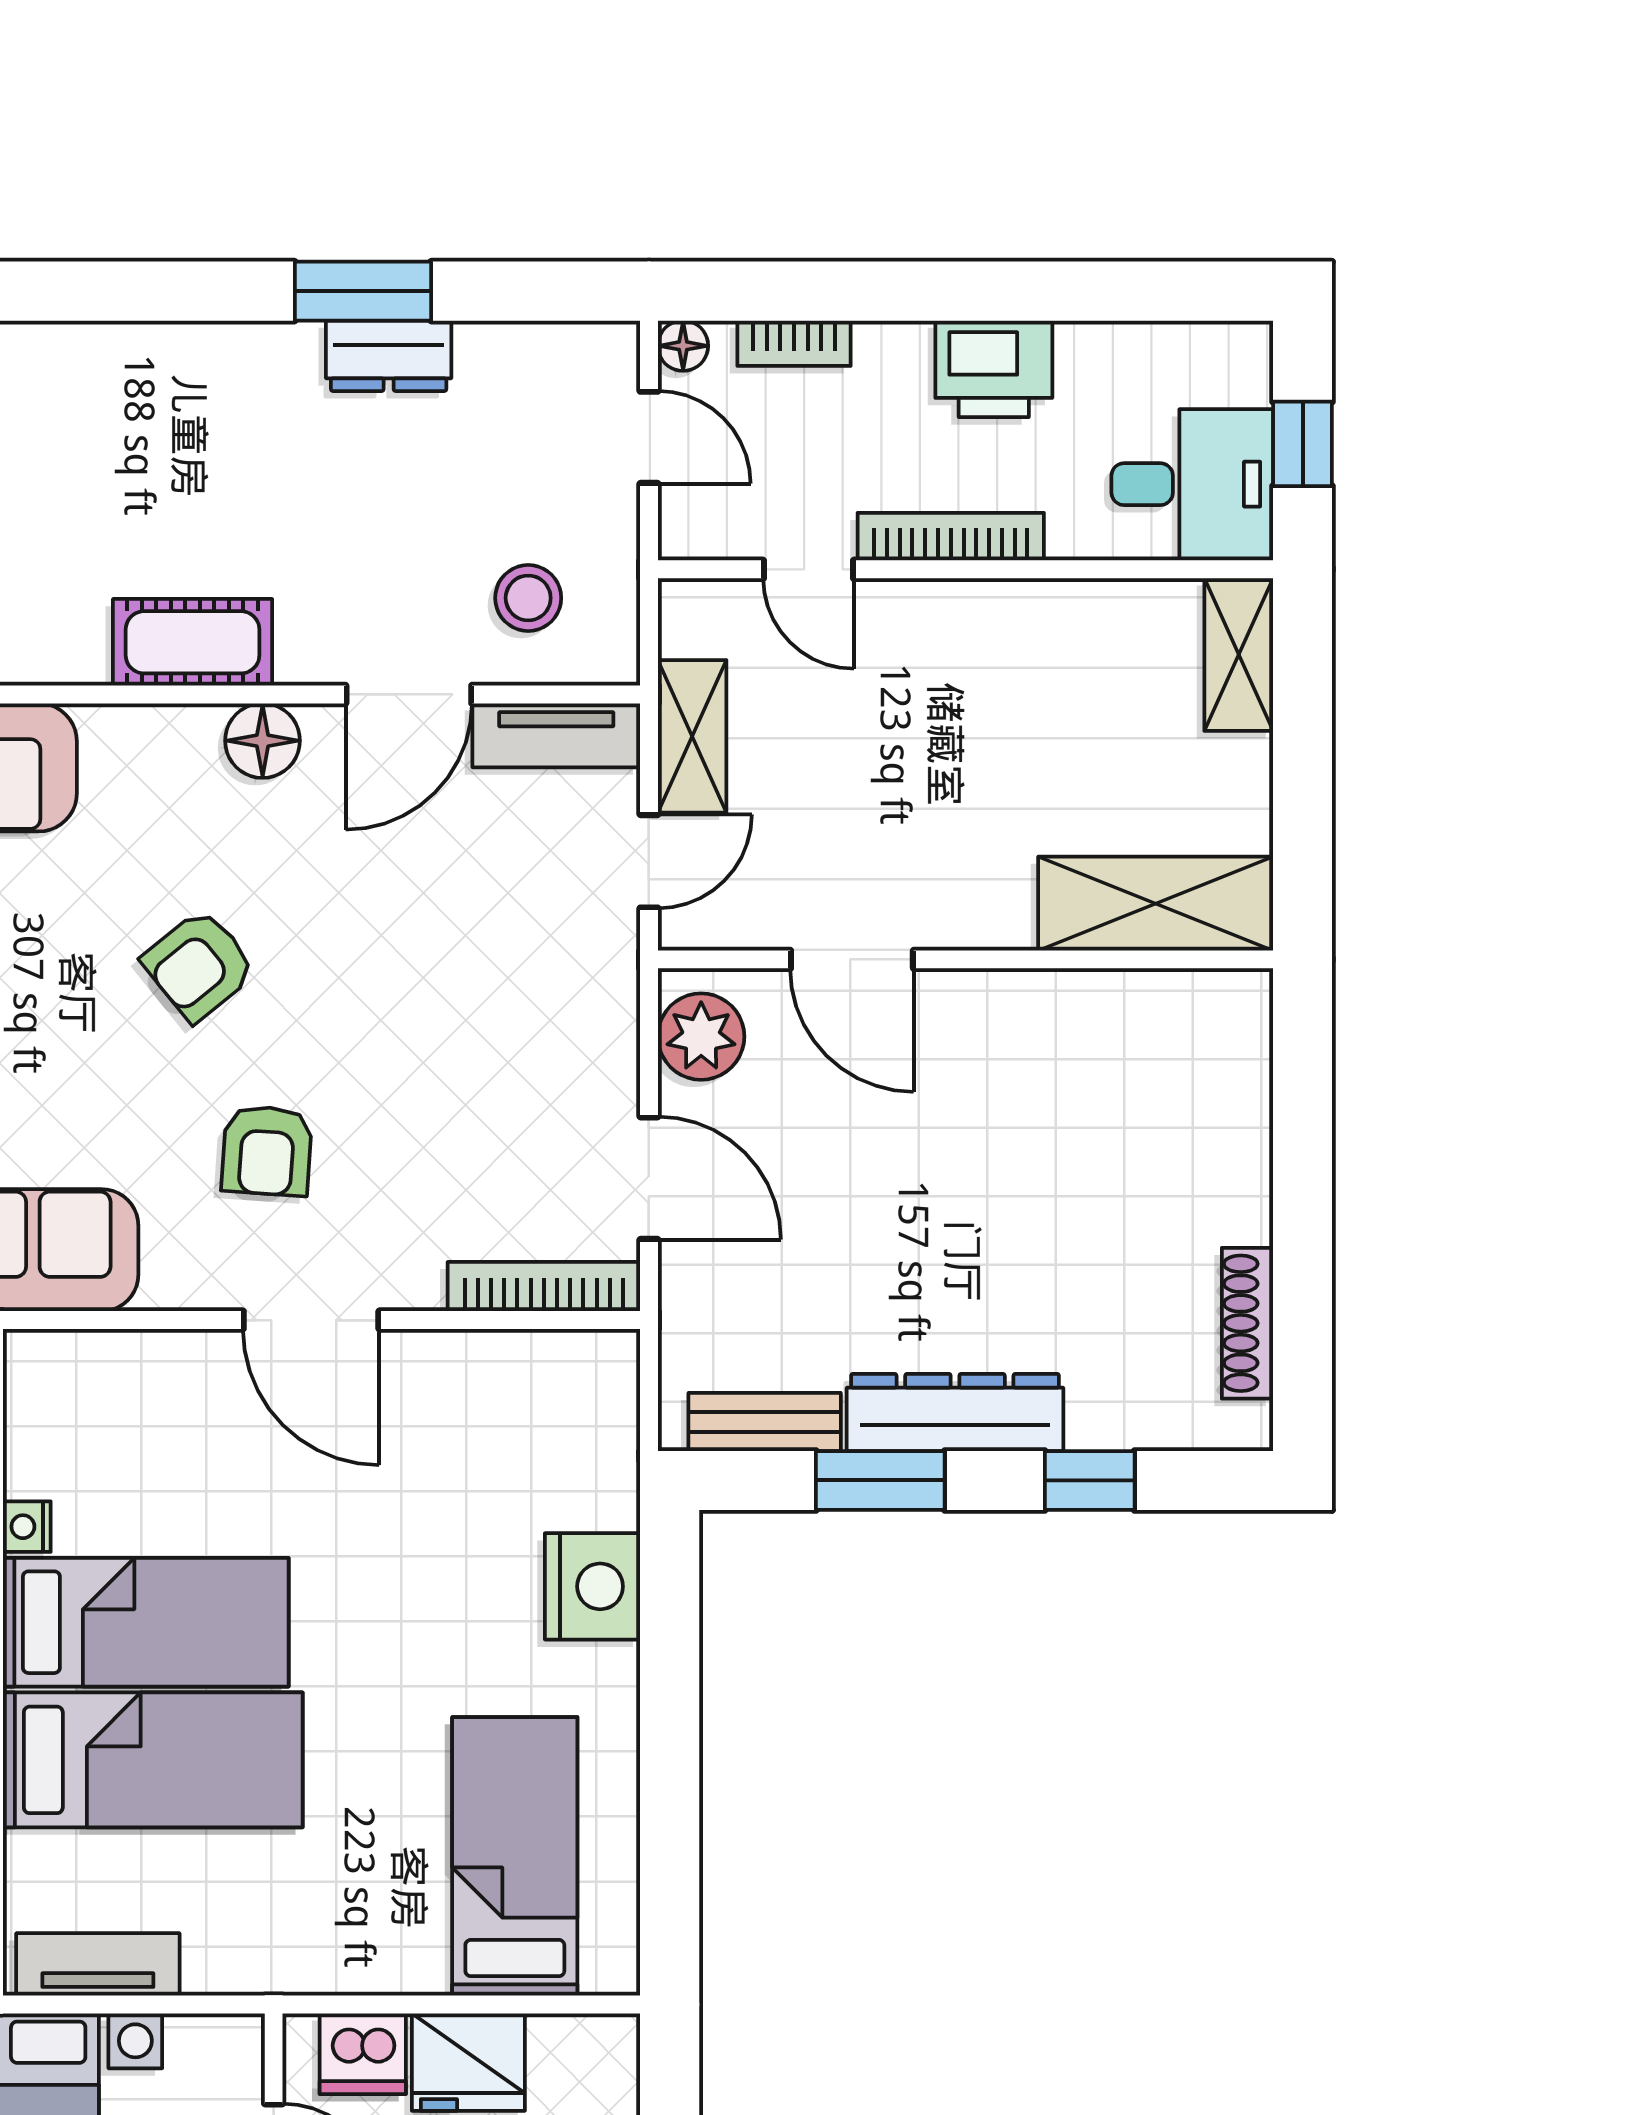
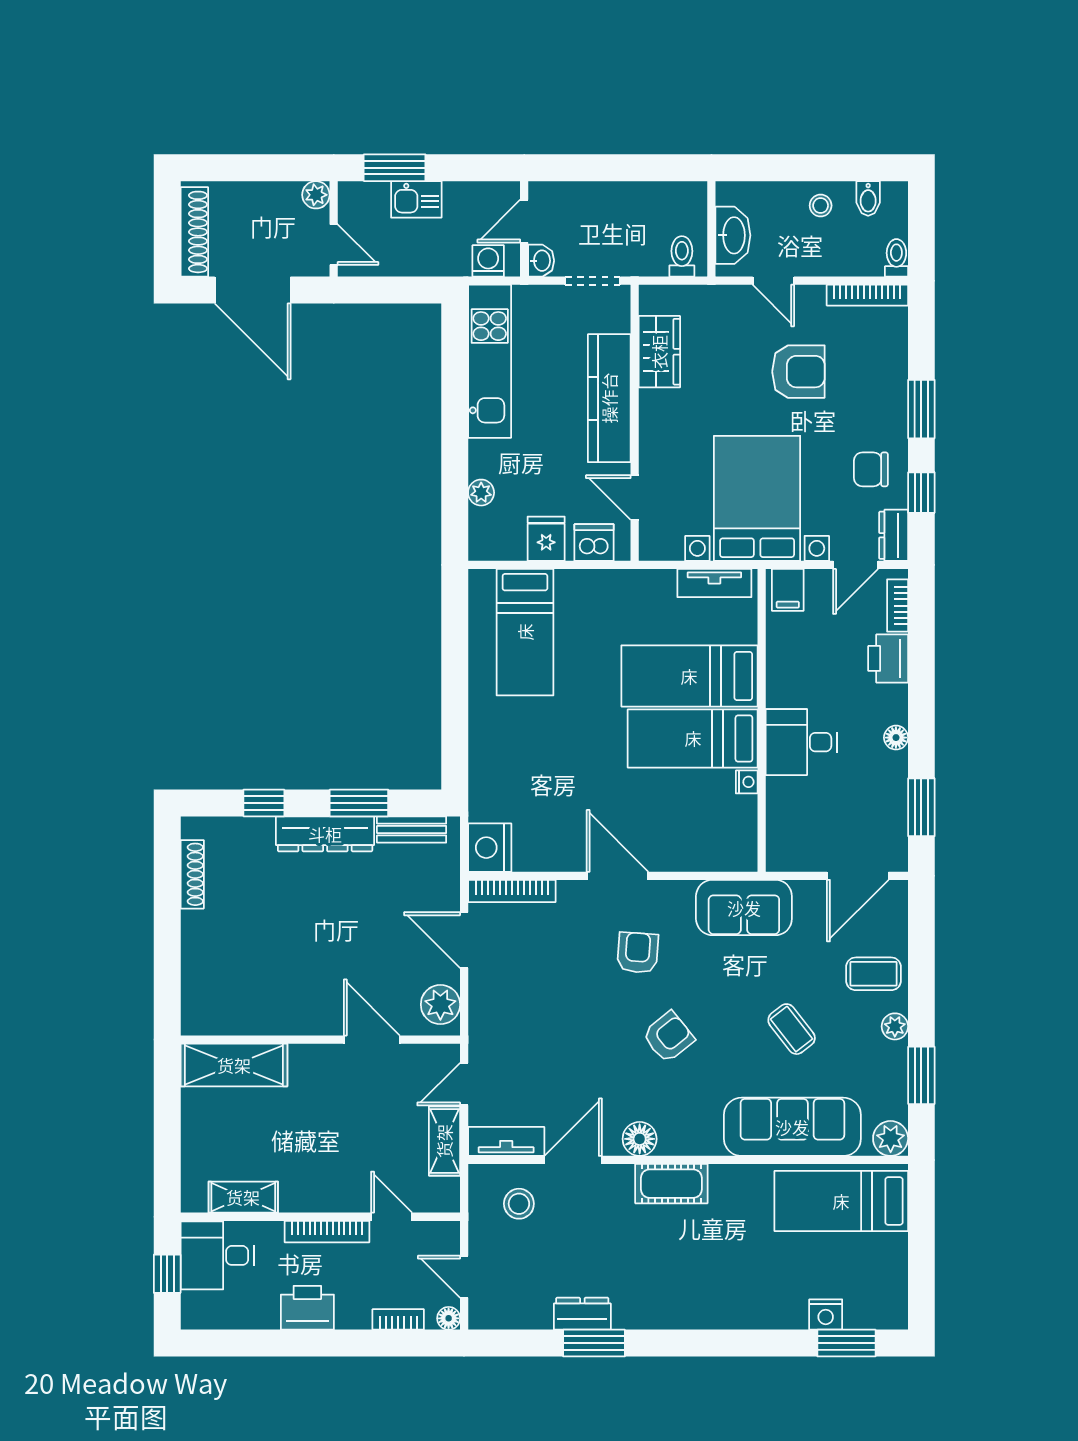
shelving: (1239, 655) -> (243, 1197), moved, turned 90
nightstand: (592, 1586) -> (490, 848), moved
fridge: (468, 2062) -> (546, 539), width x0.72

